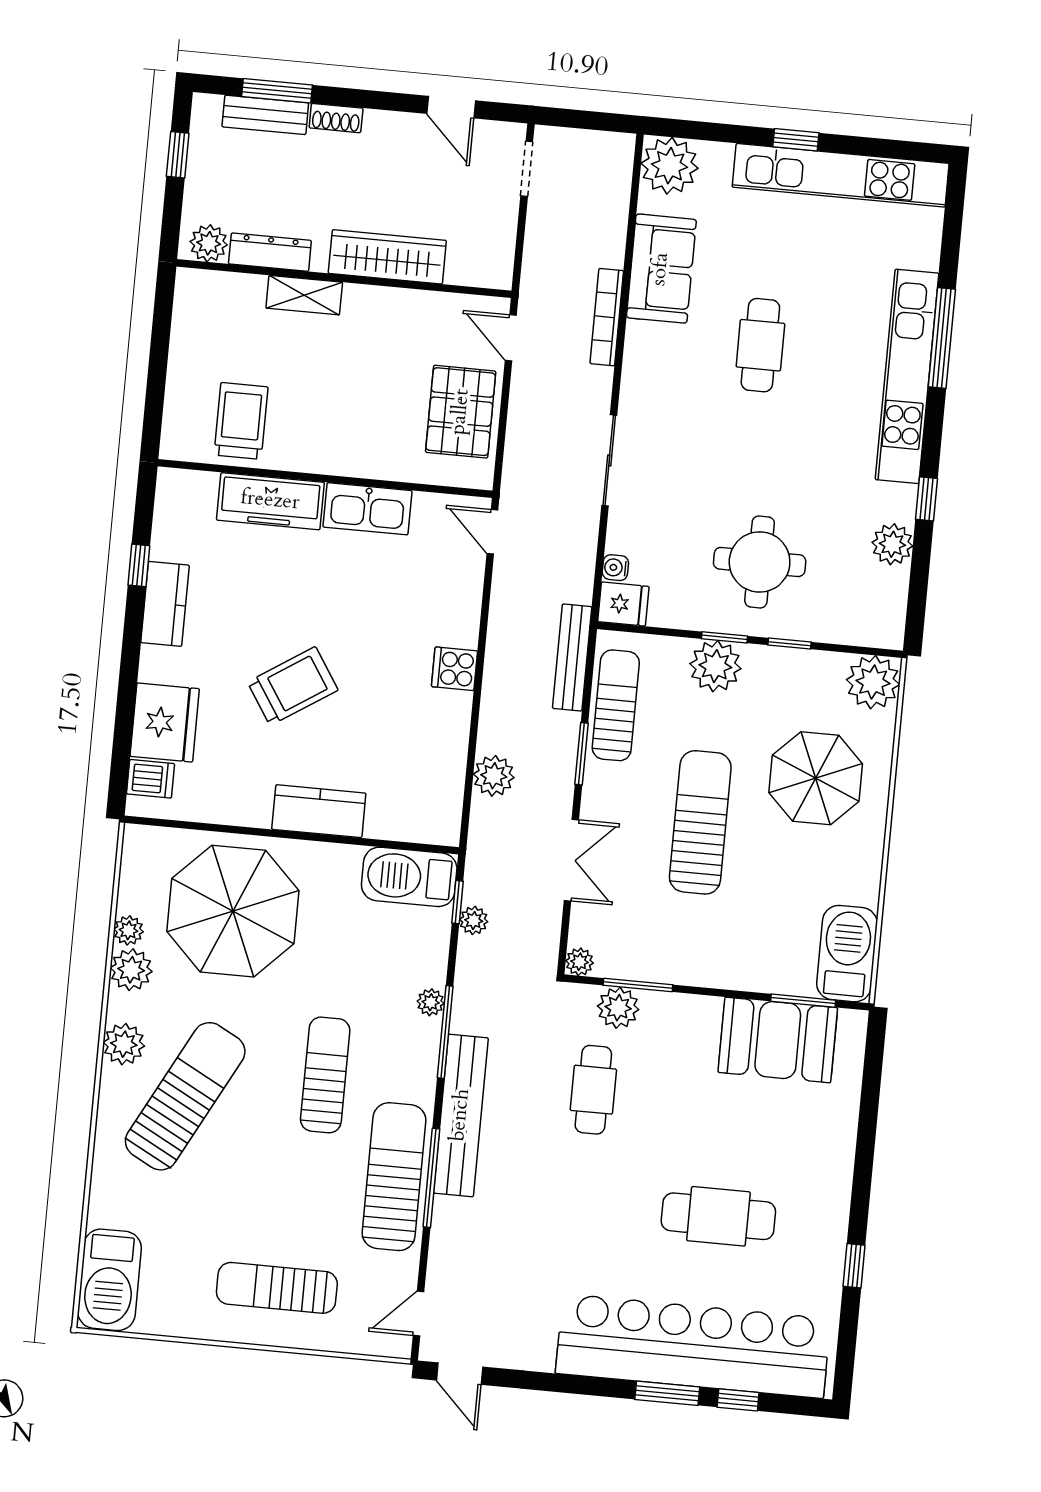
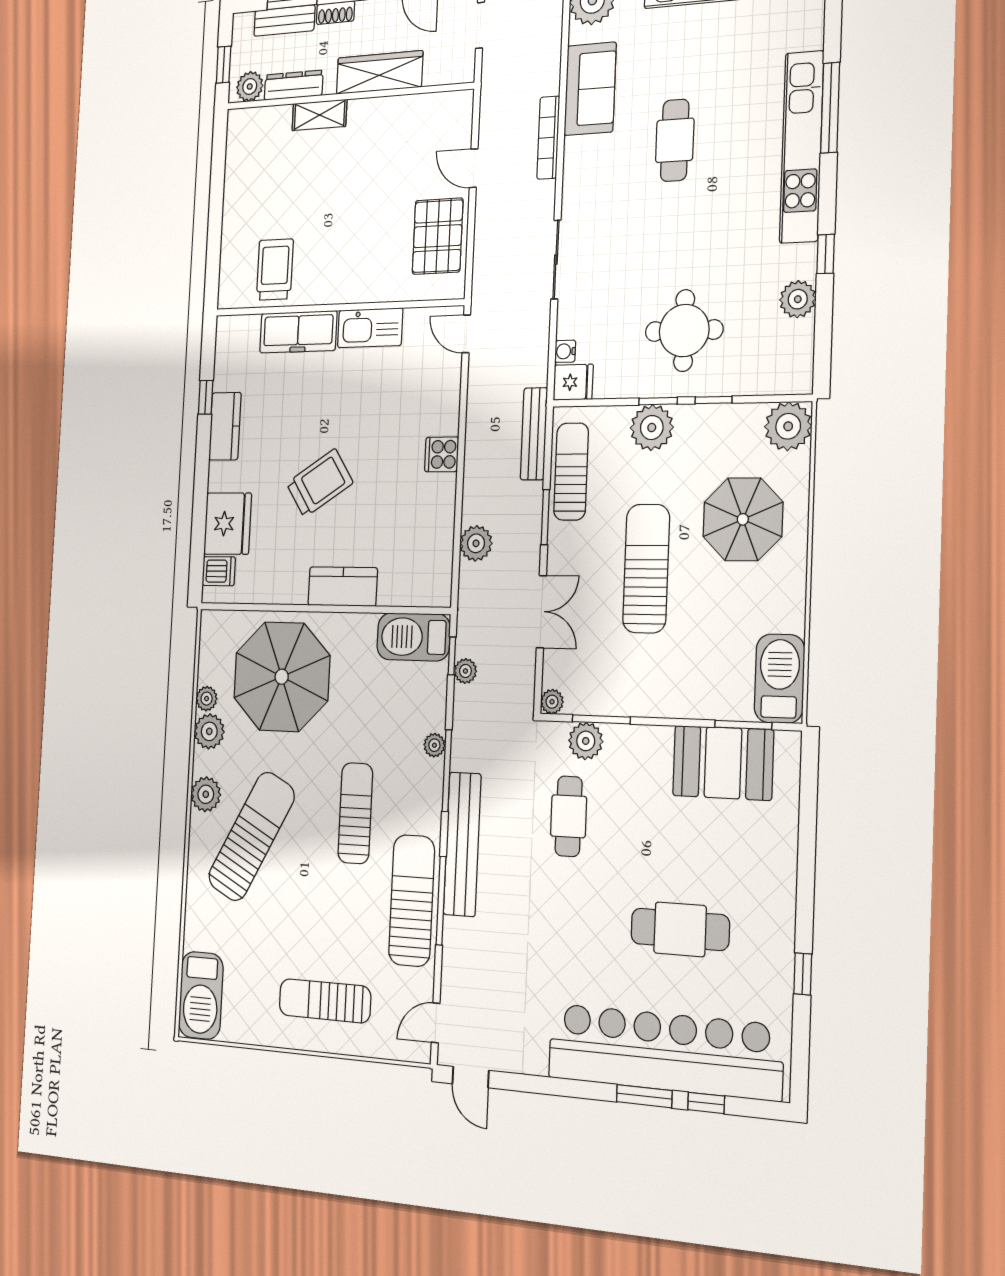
plant: (209, 243) -> (250, 86), moved
dresser: (270, 252) -> (294, 85), moved
wardrobe: (387, 257) -> (379, 72), moved
wall: (344, 279) -> (348, 96), moved
shelving: (304, 295) -> (319, 115), moved

